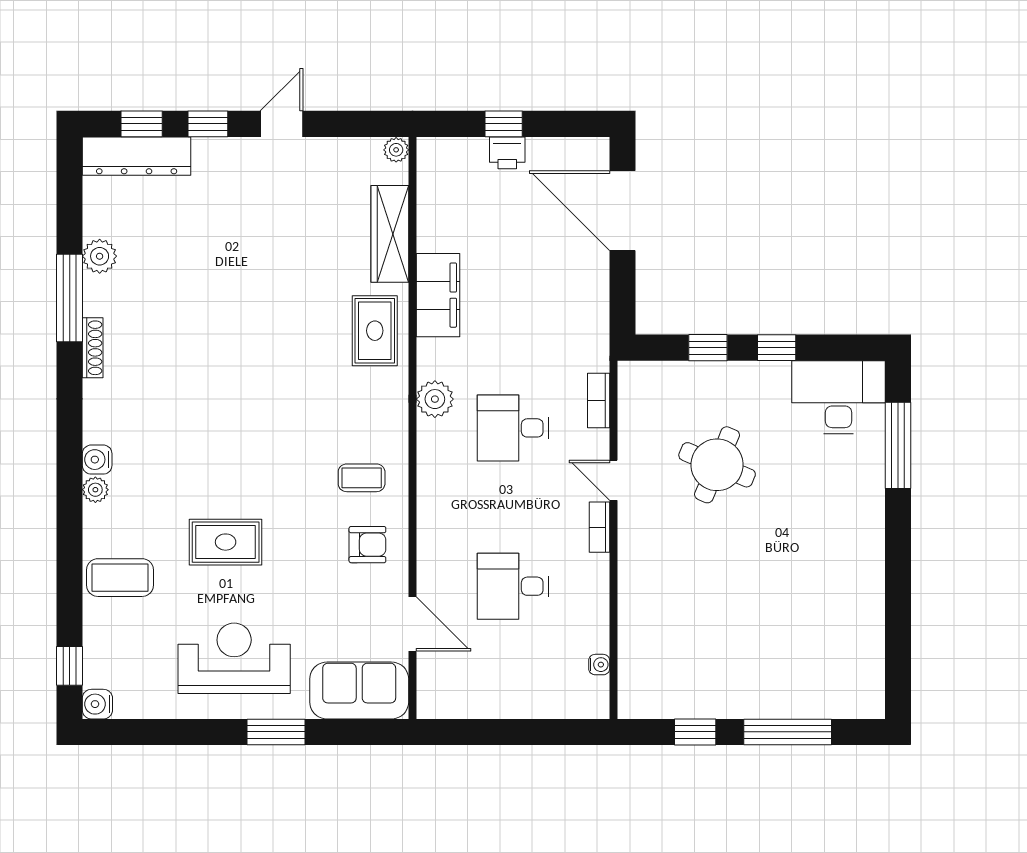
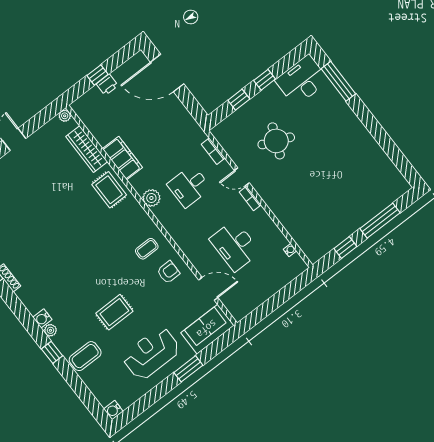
desk: (513, 586) -> (235, 246), width x1.37
window: (70, 666) -> (52, 352), moved

